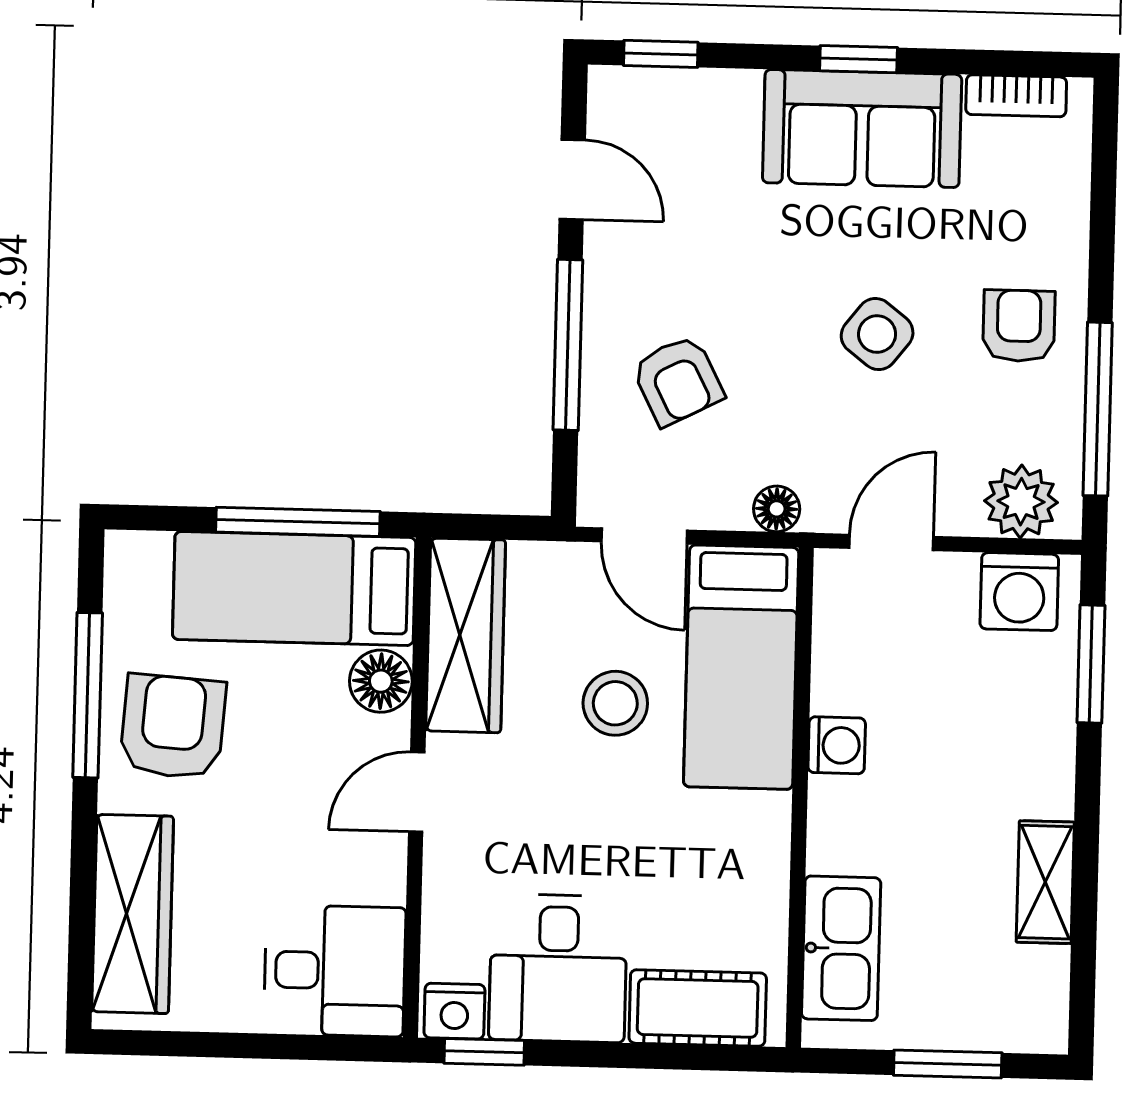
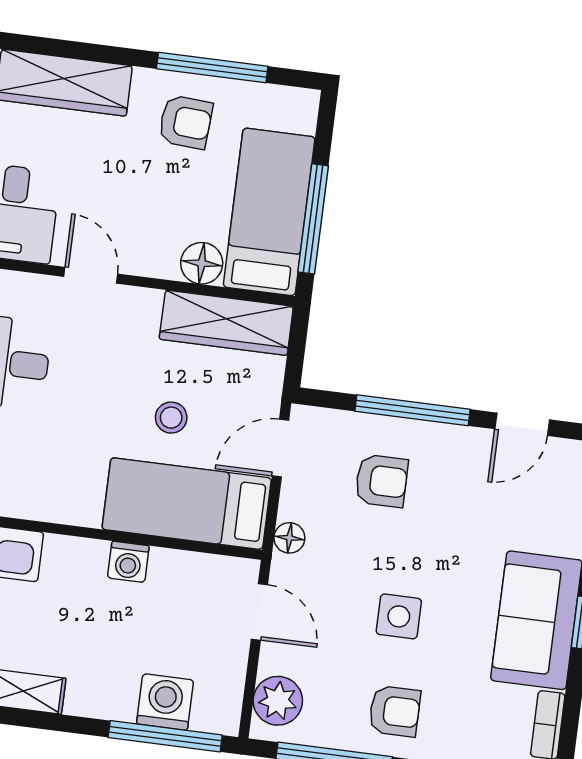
side table: (877, 334) -> (399, 616), turned -38
armchair: (678, 380) -> (381, 481), turned -153
washing machine: (1019, 592) -> (165, 702), moved, turned 90
window: (1091, 664) -> (165, 736), width x1.44
stool: (615, 703) -> (171, 418), width x0.73, depth x0.73
armchair: (173, 727) -> (185, 122), width x0.72, depth x0.72
door: (417, 792) -> (91, 275), moved

